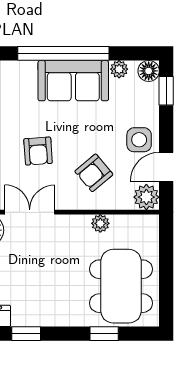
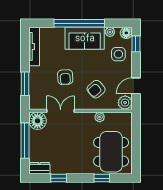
side table: (139, 140) -> (118, 54), moved

